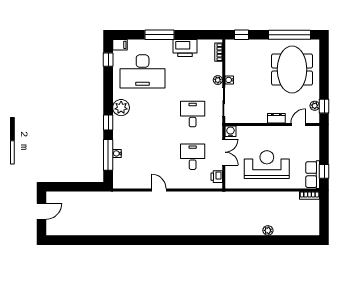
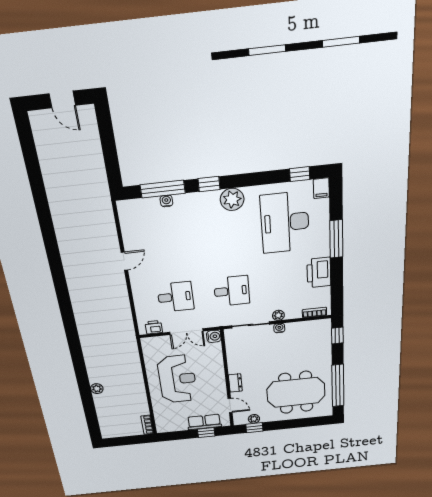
window: (324, 171) -> (206, 433), moved
row of seats: (313, 175) -> (204, 422), moved

